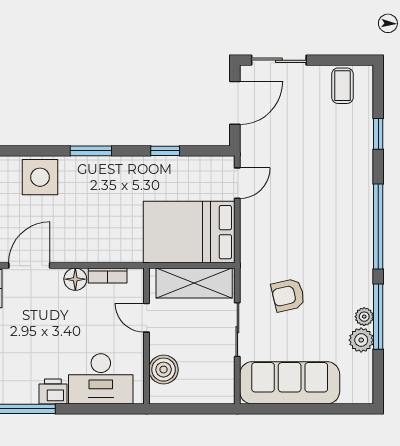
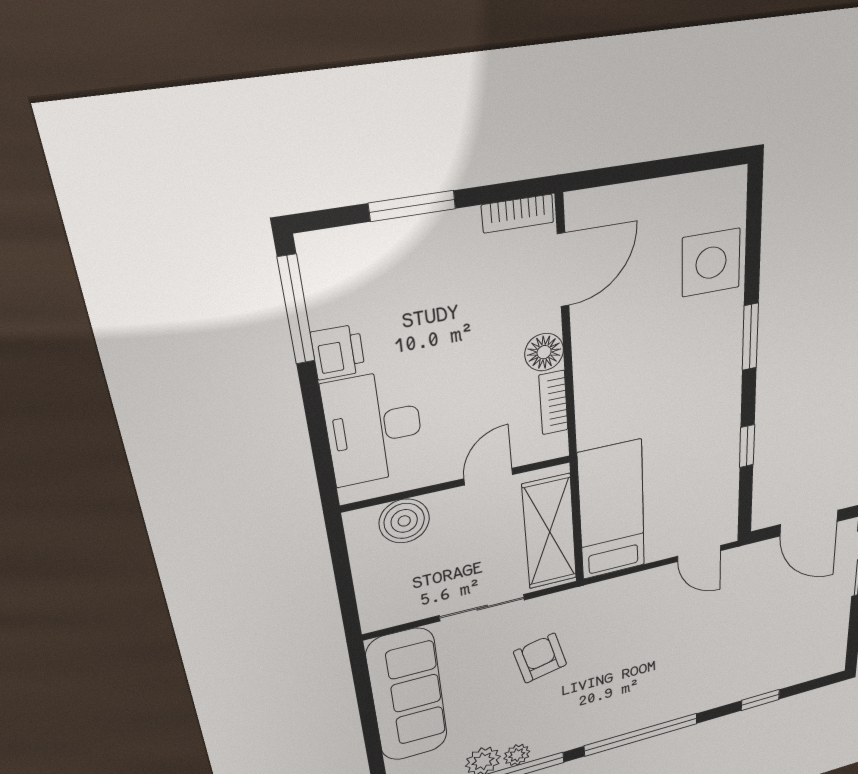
coffee table: (343, 86) -> (822, 644), removed
bed: (189, 232) -> (612, 510), width x0.67
door: (29, 266) -> (563, 270), hinge flipped

